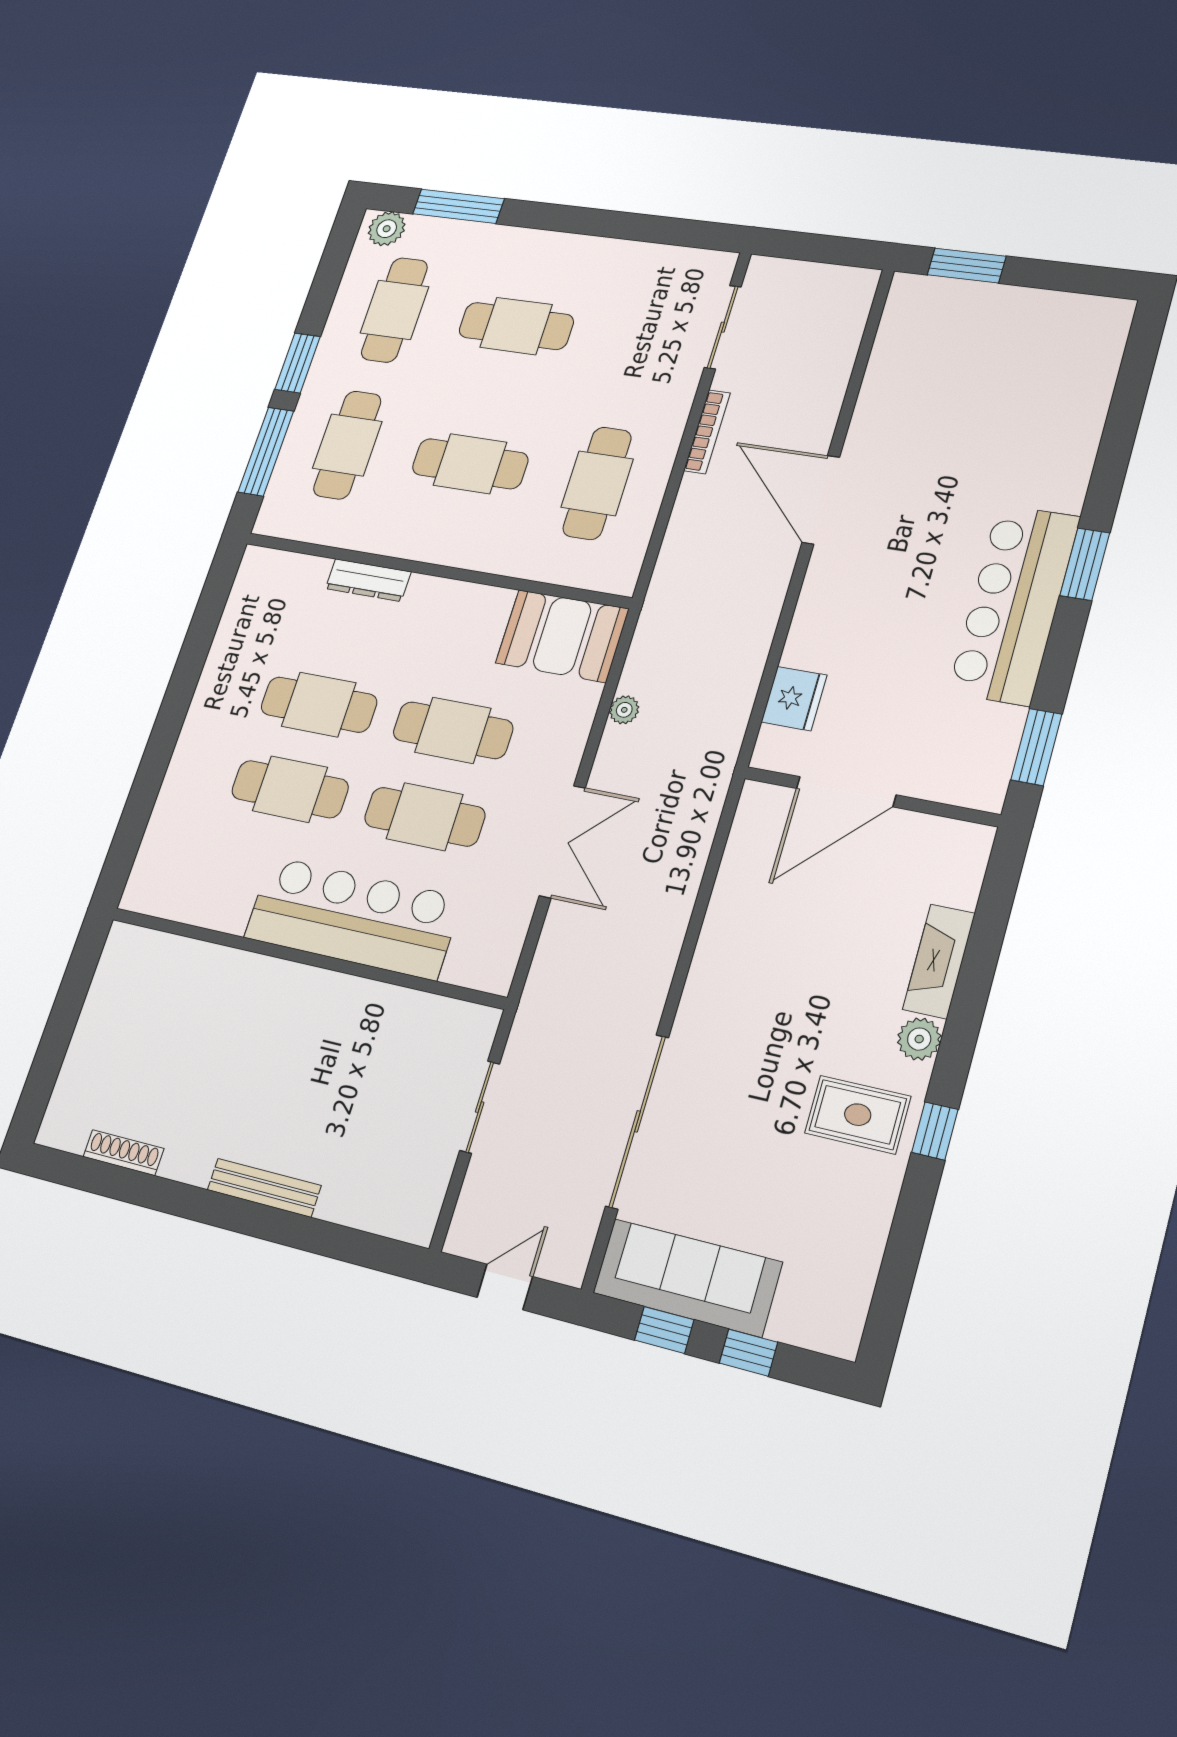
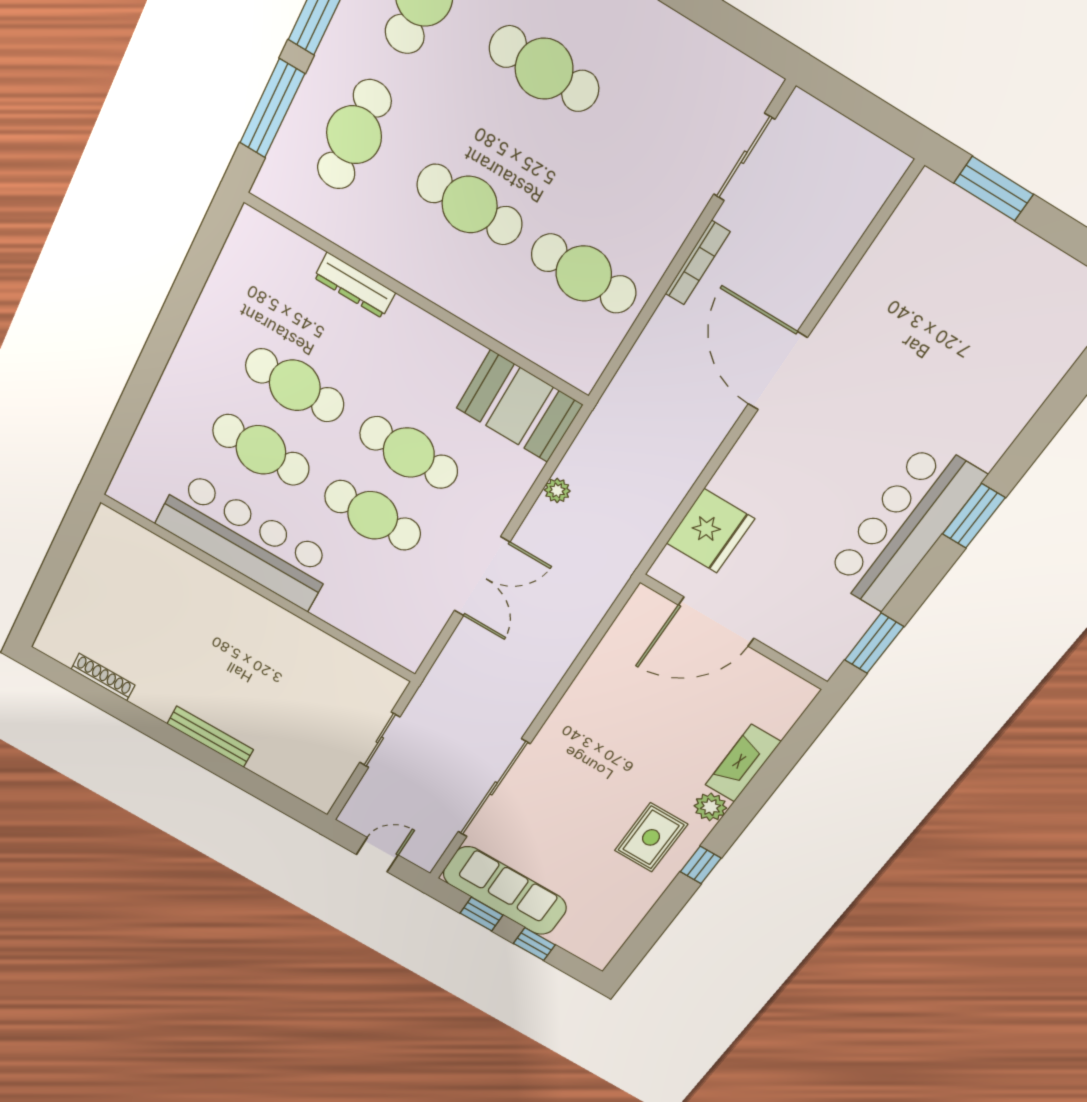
cafe table: (597, 483) -> (584, 274), turned 90
fridge: (794, 699) -> (710, 531), width x1.36, depth x1.34
bar counter: (353, 918) -> (246, 540), moved
rug: (858, 1115) -> (651, 837), turned 90

